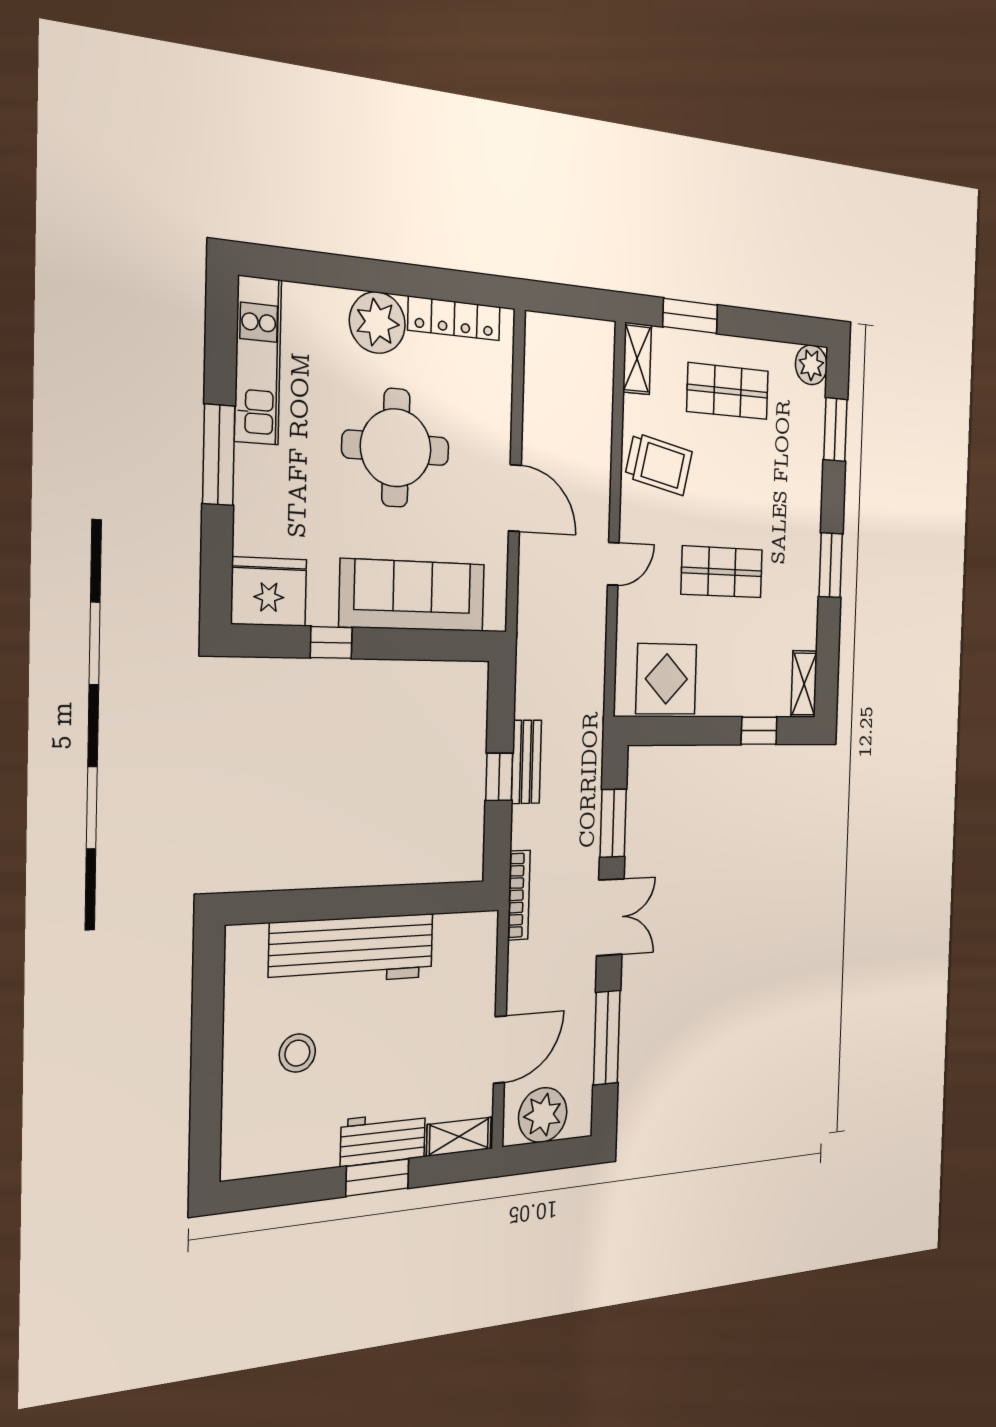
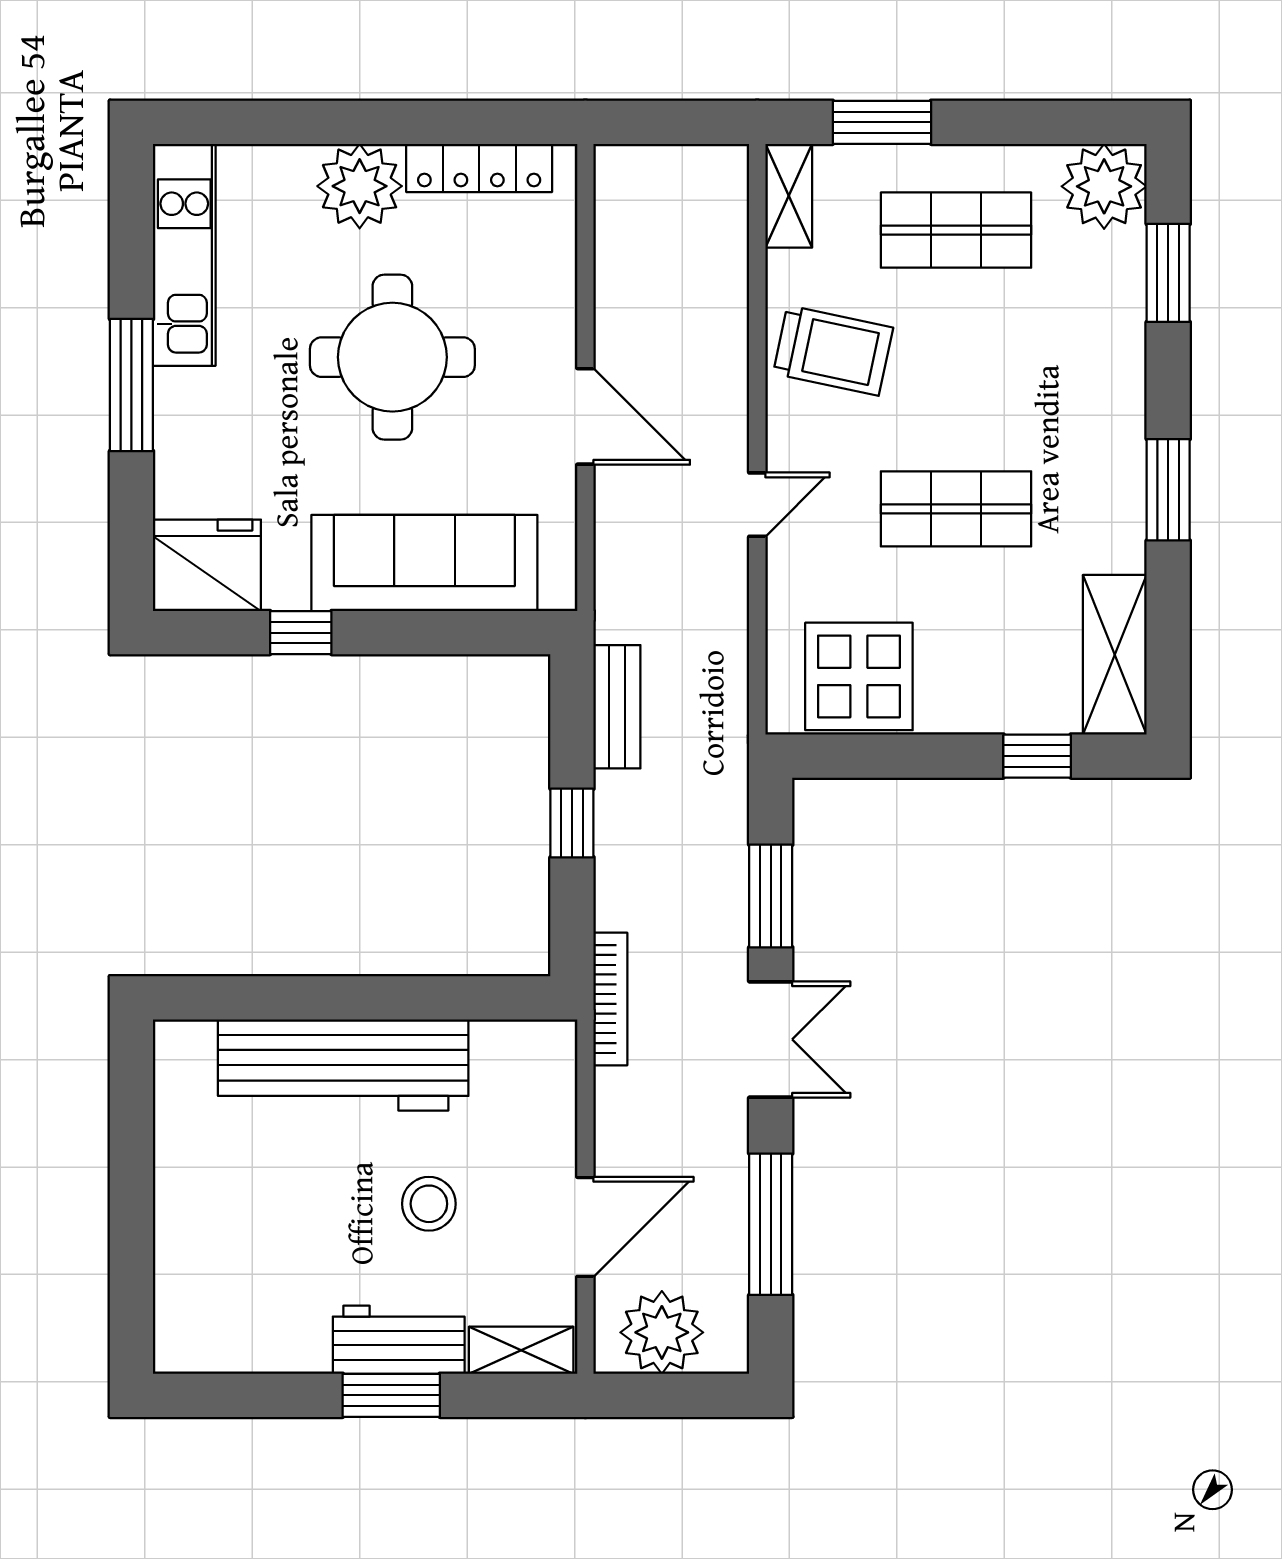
plant: (811, 365) -> (1104, 186), width x1.36, depth x1.36
shelving: (804, 684) -> (1115, 655), width x1.50, depth x1.33
bench: (526, 762) -> (617, 707), moved
stool: (297, 1053) -> (429, 1204), moved

